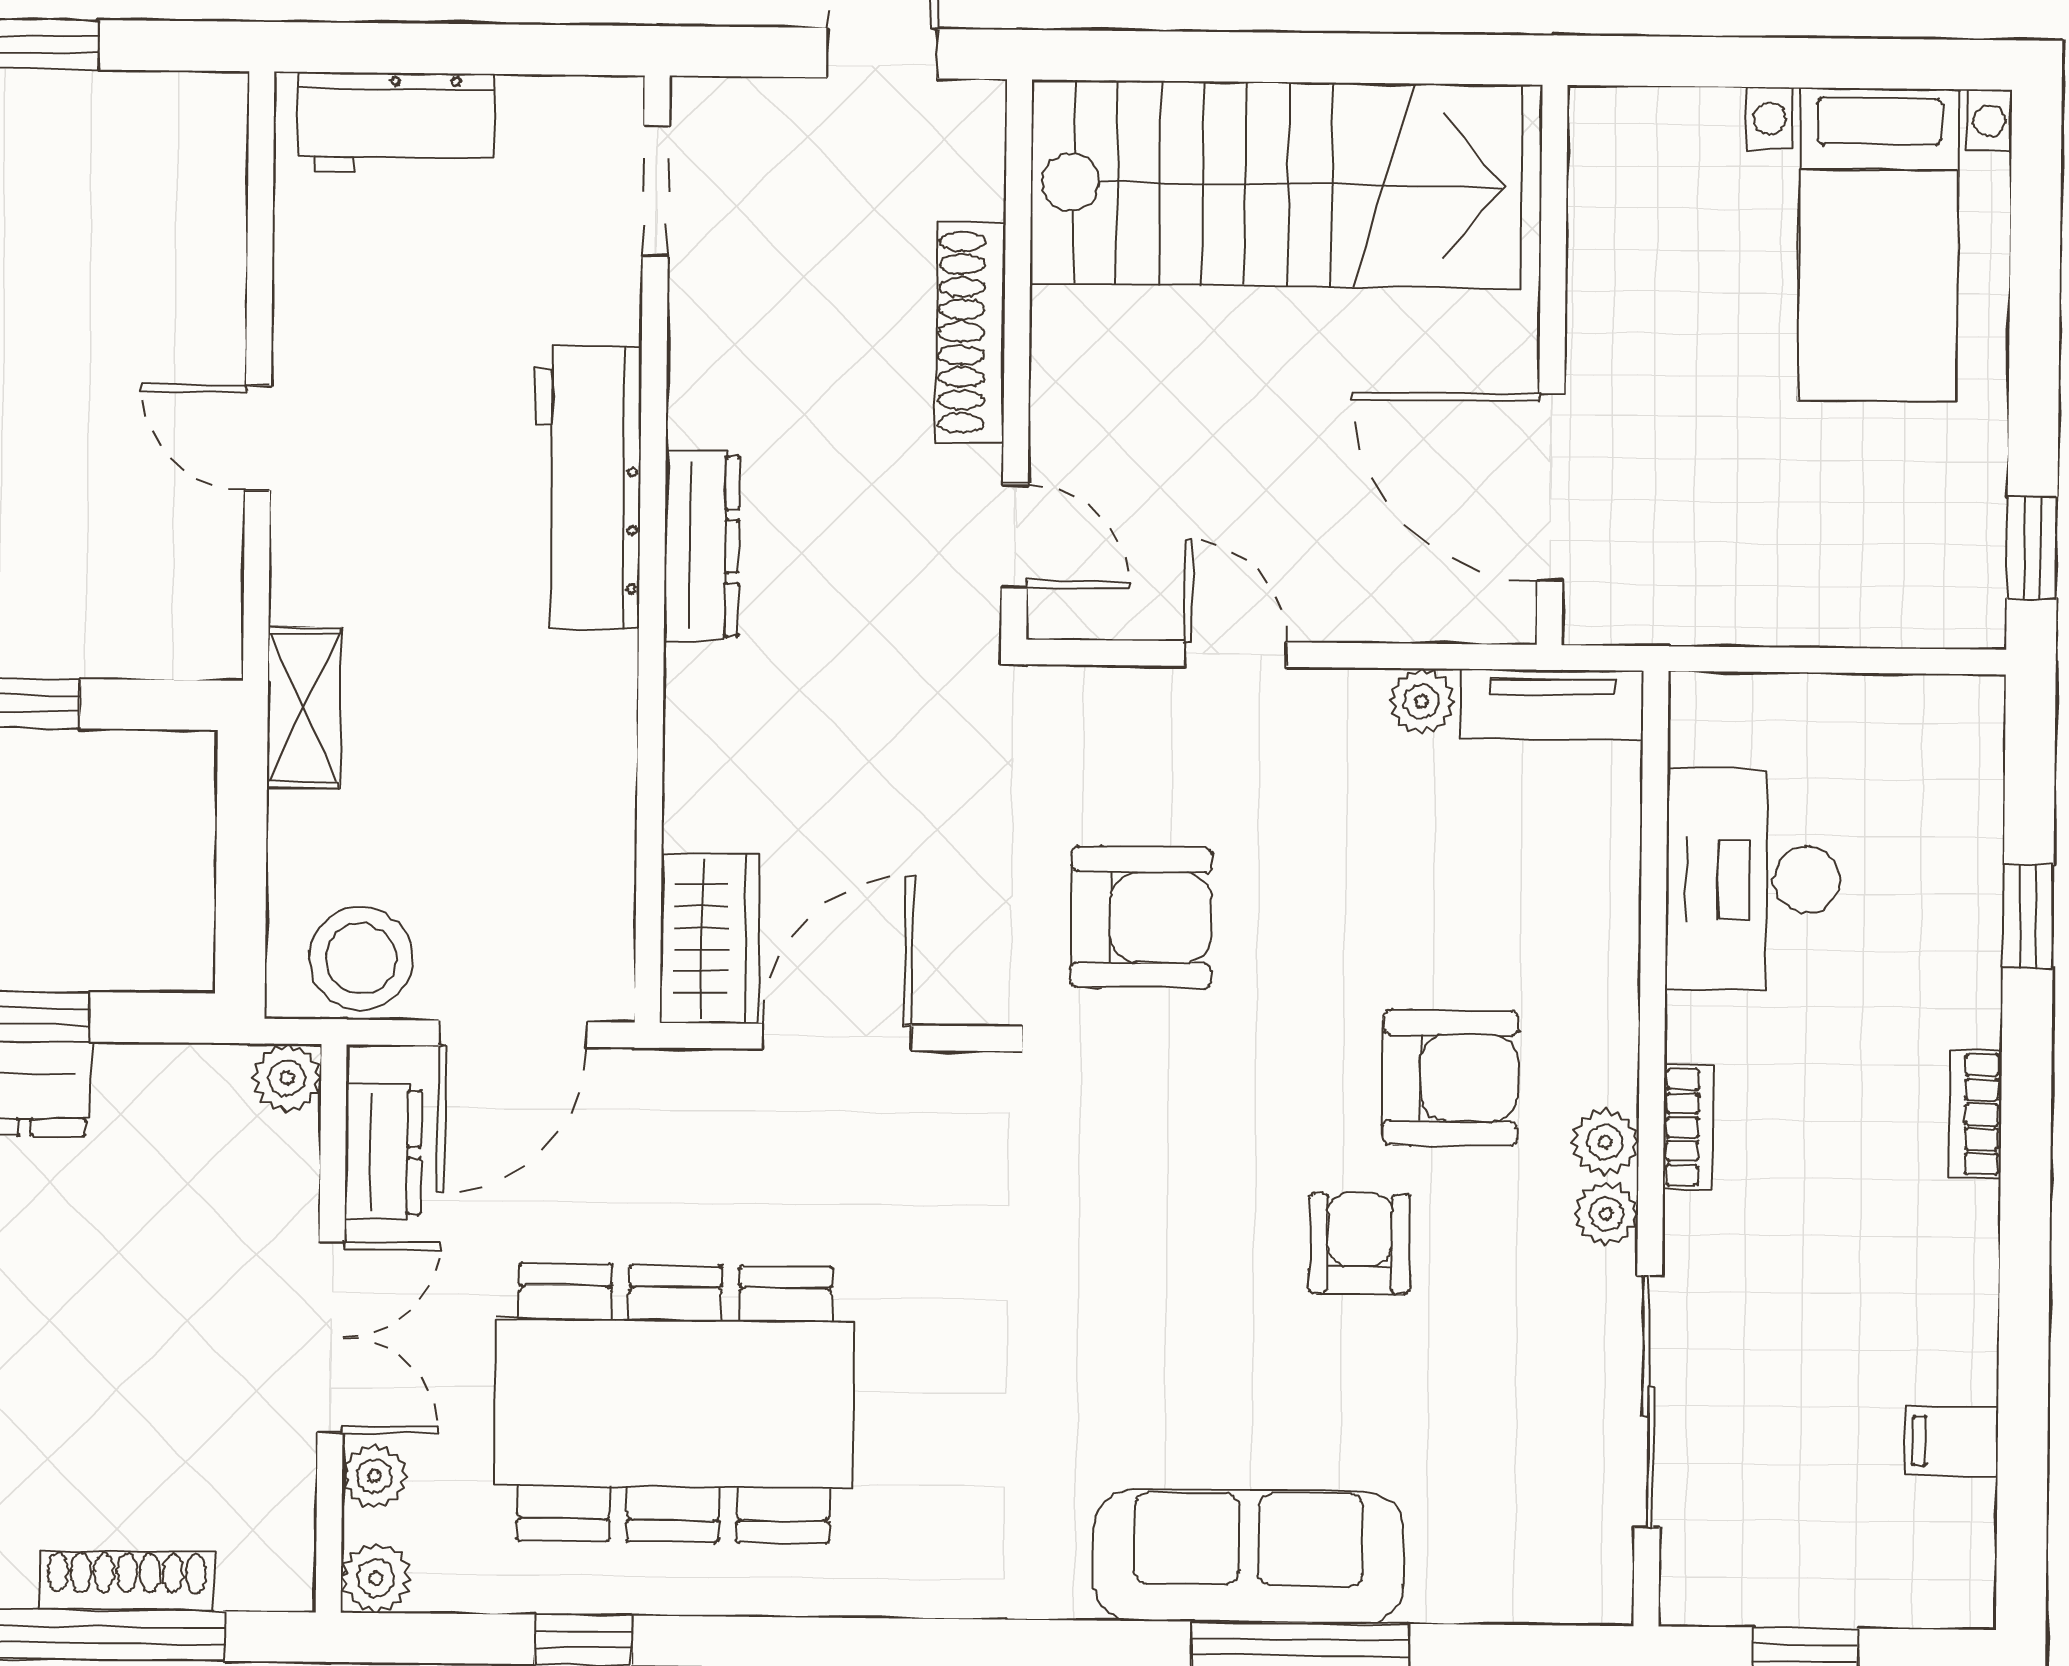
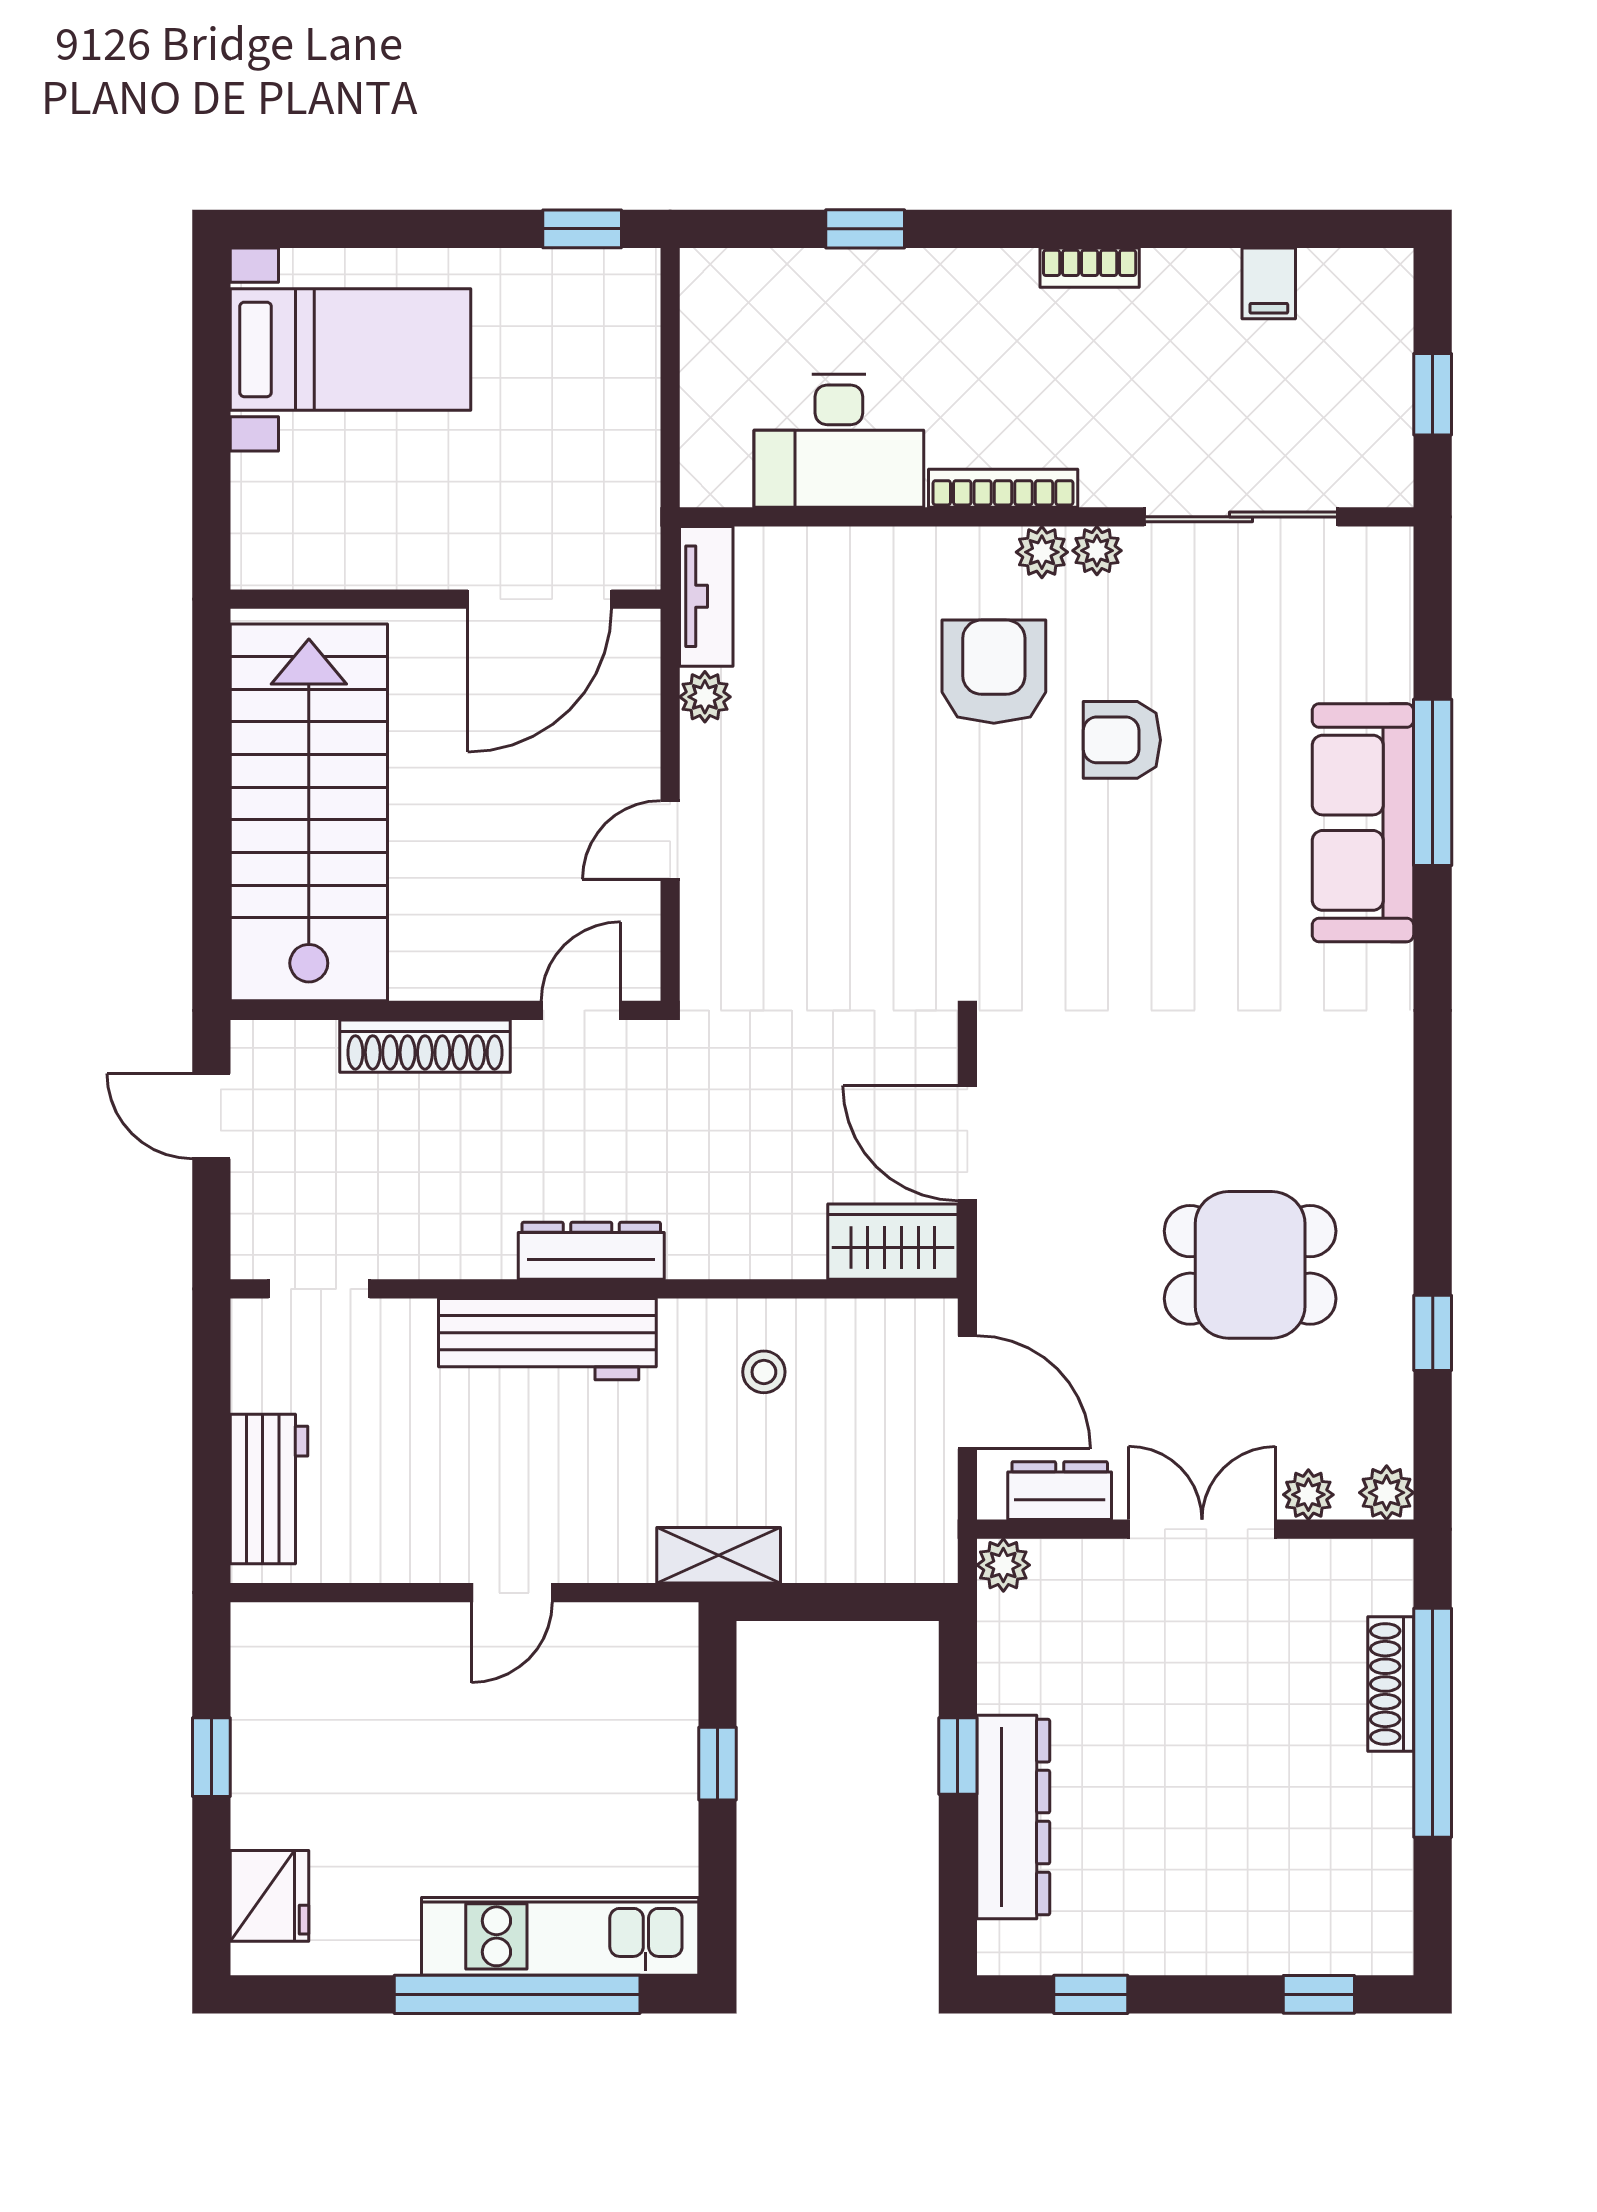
armchair: (1141, 917) -> (873, 910), removed
stool: (361, 959) -> (764, 1372), moved, width x0.53, depth x0.53
bookcase: (1976, 1114) -> (1090, 268), moved
bookcase: (1688, 1127) -> (1003, 488), width x1.56
dining table: (674, 1403) -> (1250, 1265), width x0.53, depth x0.80

